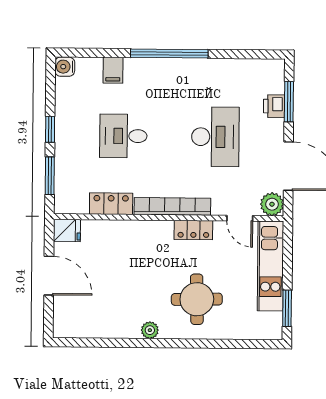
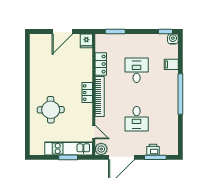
window: (50, 129) -> (165, 32), moved
desk: (215, 137) -> (137, 119), width x0.73
door: (240, 218) -> (94, 132), swing flipped
locker: (193, 230) -> (87, 93), moved
window: (287, 308) -> (68, 157), moved
plant: (150, 330) -> (34, 85), removed

